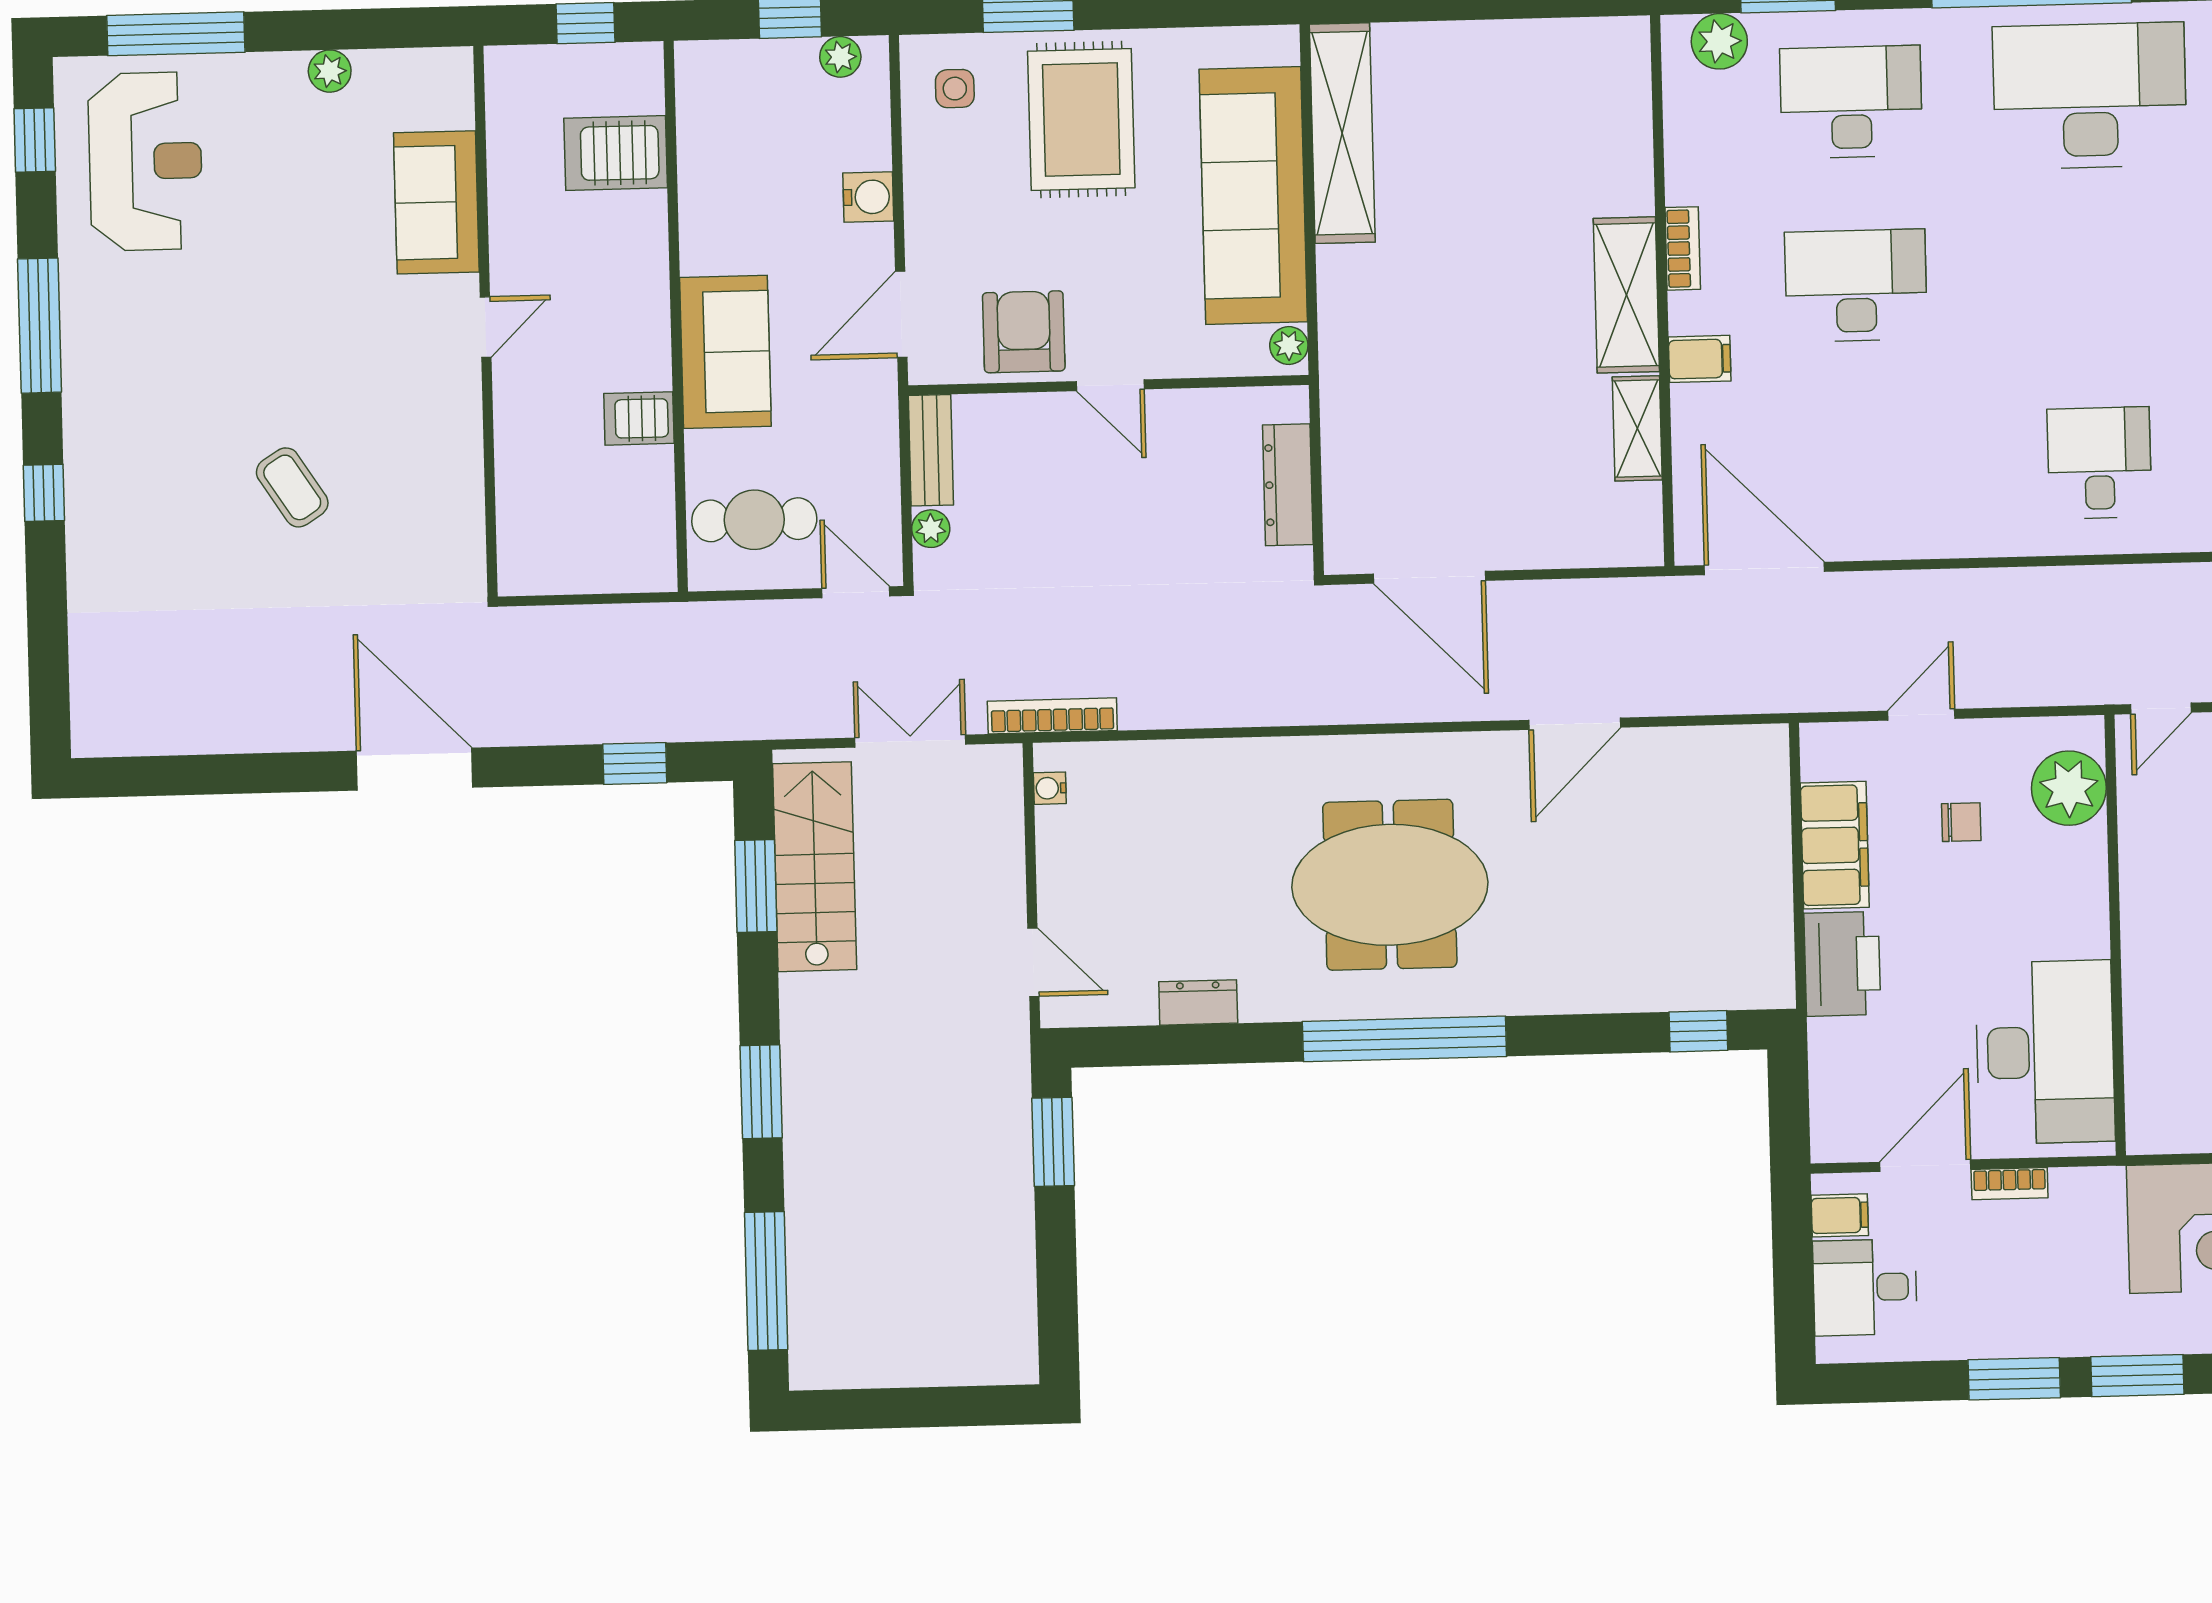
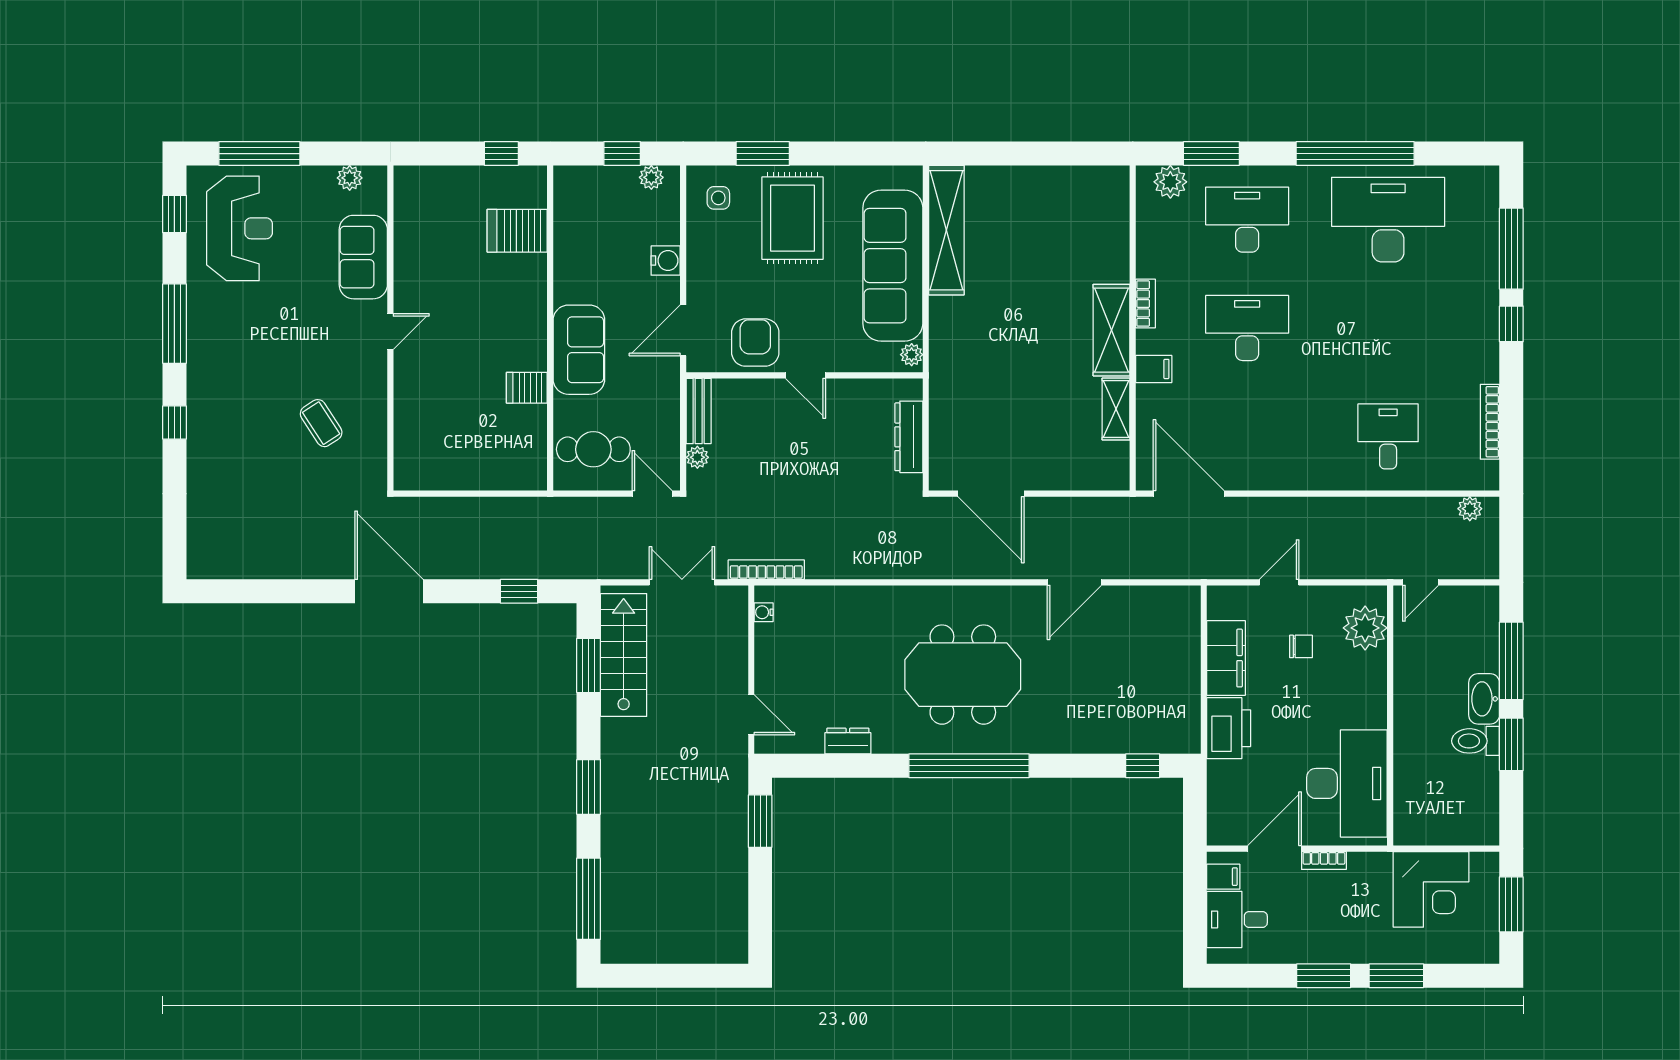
sofa: (436, 202) -> (363, 257), moved
wall: (485, 321) -> (390, 328), moved
door: (486, 327) -> (390, 331), moved

